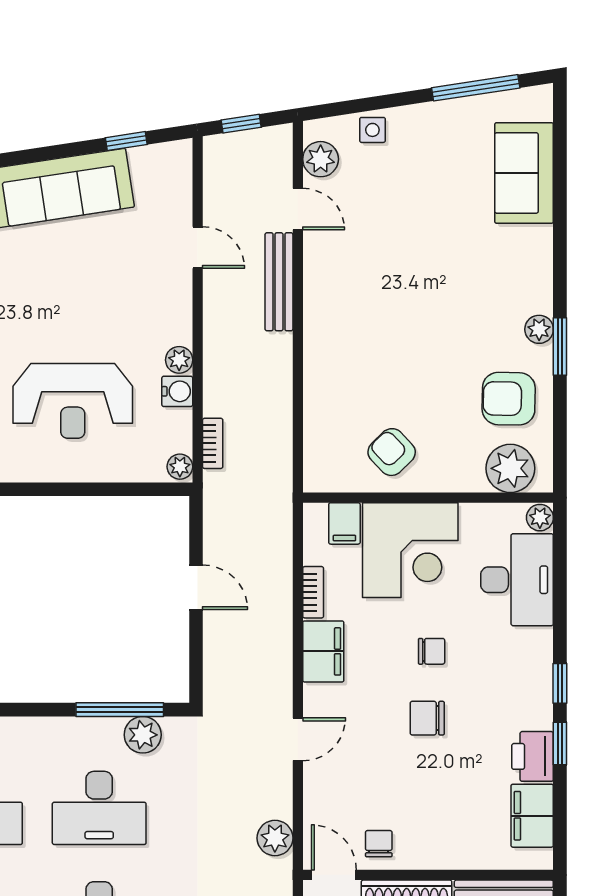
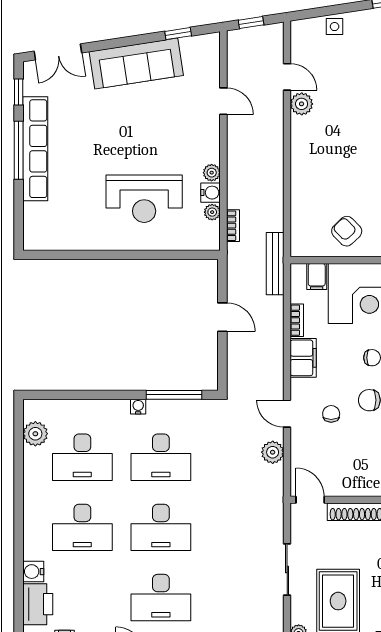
plant: (321, 159) -> (302, 104), moved
bench: (279, 282) -> (275, 264), moved
plant: (180, 467) -> (212, 212), moved
water cooler: (63, 728) -> (138, 407), added
plant: (143, 735) -> (189, 411), removed
door: (298, 739) -> (287, 414), swing flipped
plant: (275, 838) -> (273, 452), moved
chair: (379, 844) -> (331, 414), moved

